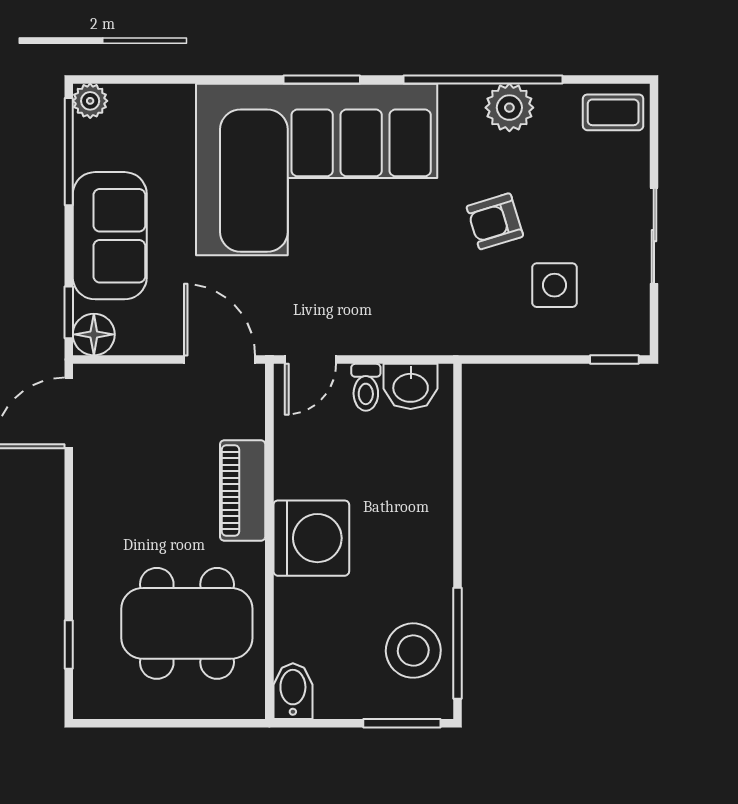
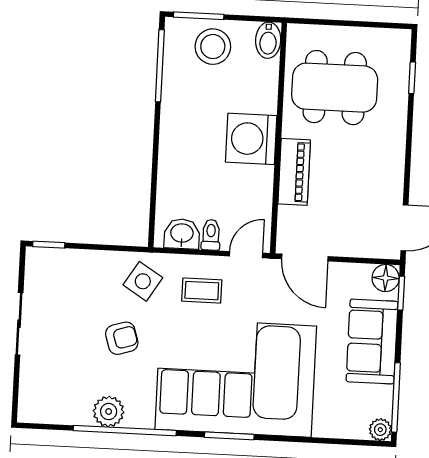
coffee table: (613, 112) -> (202, 291), moved
side table: (554, 285) -> (143, 281), moved, turned 32
stool: (413, 651) -> (213, 47), moved

